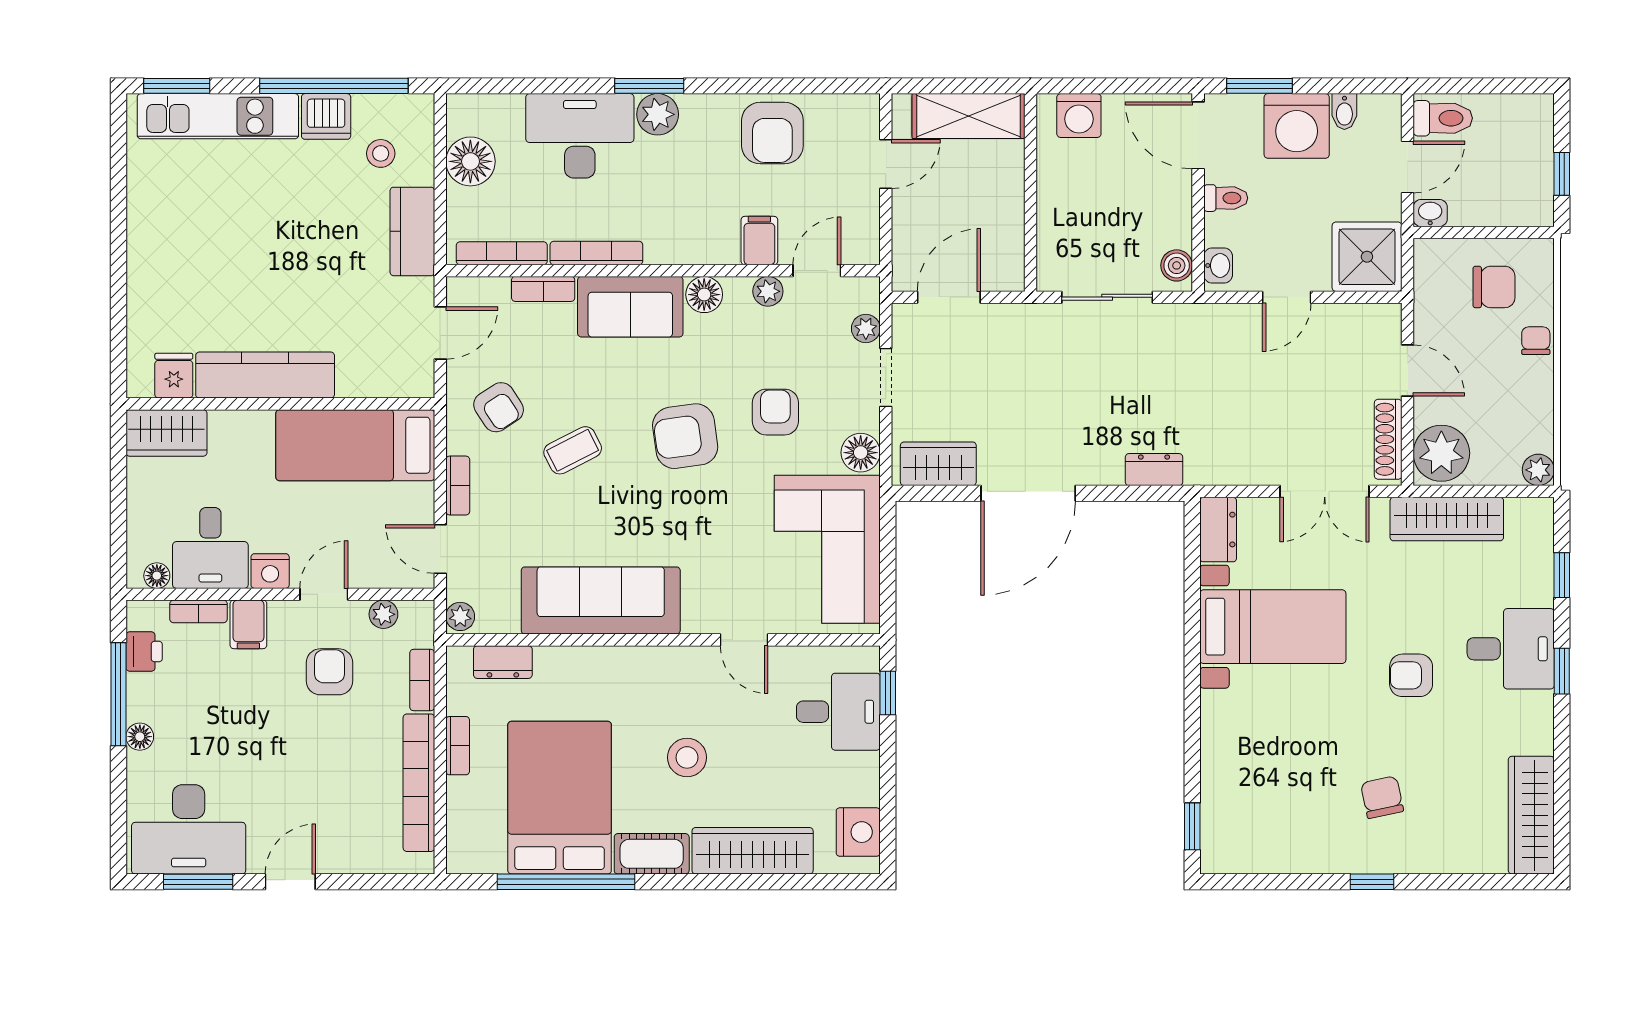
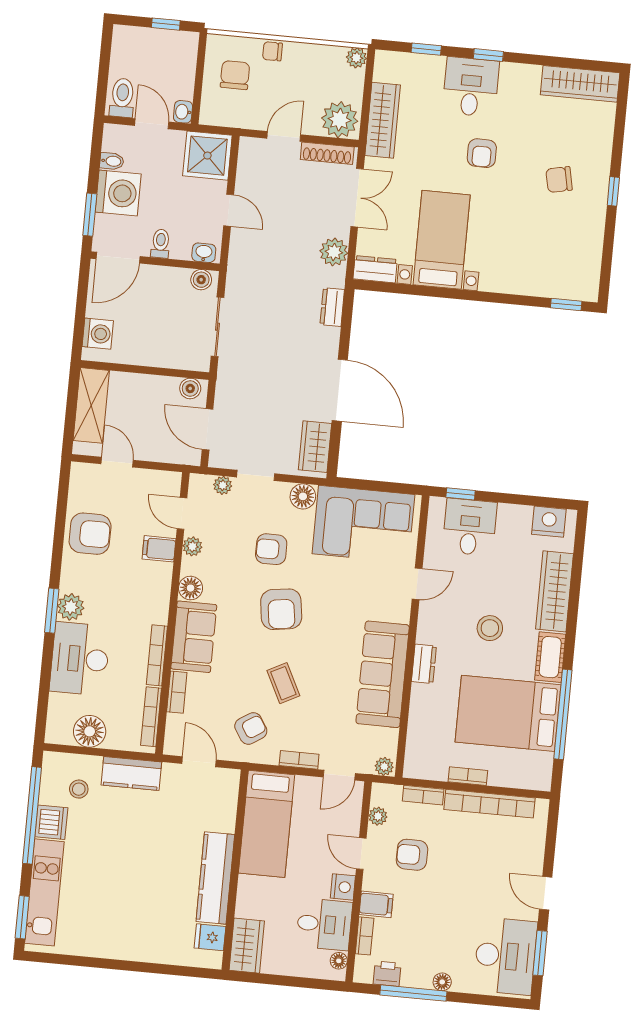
boiler: (1009, 265) -> (190, 388), added
plant: (1238, 464) -> (334, 252), added
dresser: (503, 662) -> (424, 664), moved

